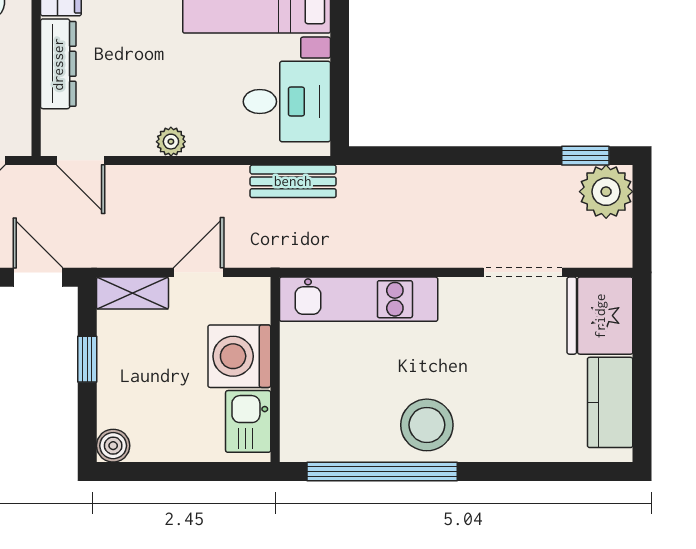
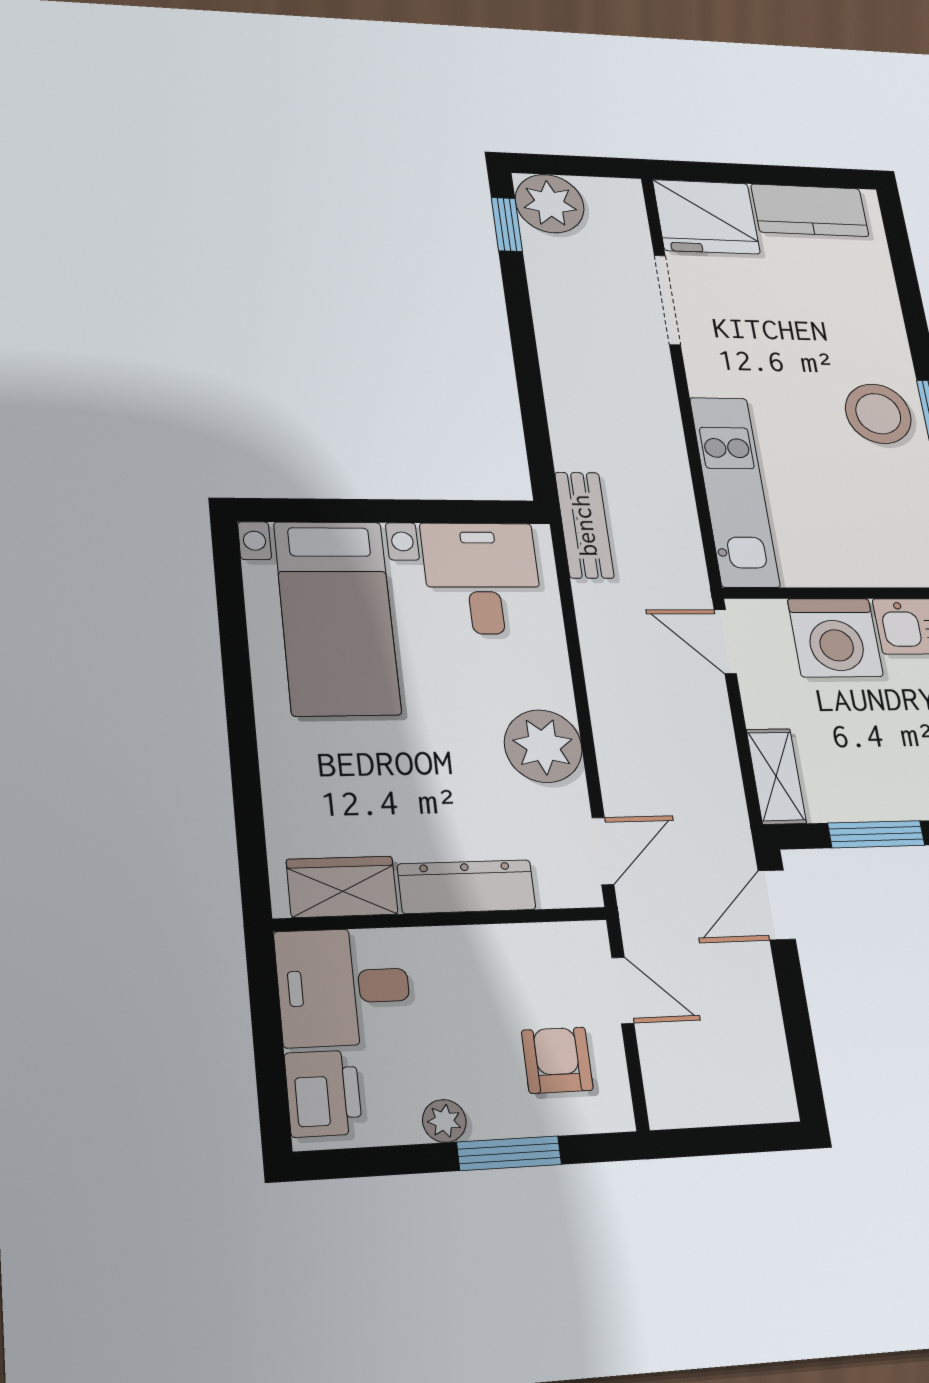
plant: (171, 142) -> (543, 746), width x1.88, depth x1.88
bench: (293, 181) -> (584, 525), moved
door: (199, 272) -> (725, 642), moved
window: (87, 359) -> (876, 834), width x1.50

